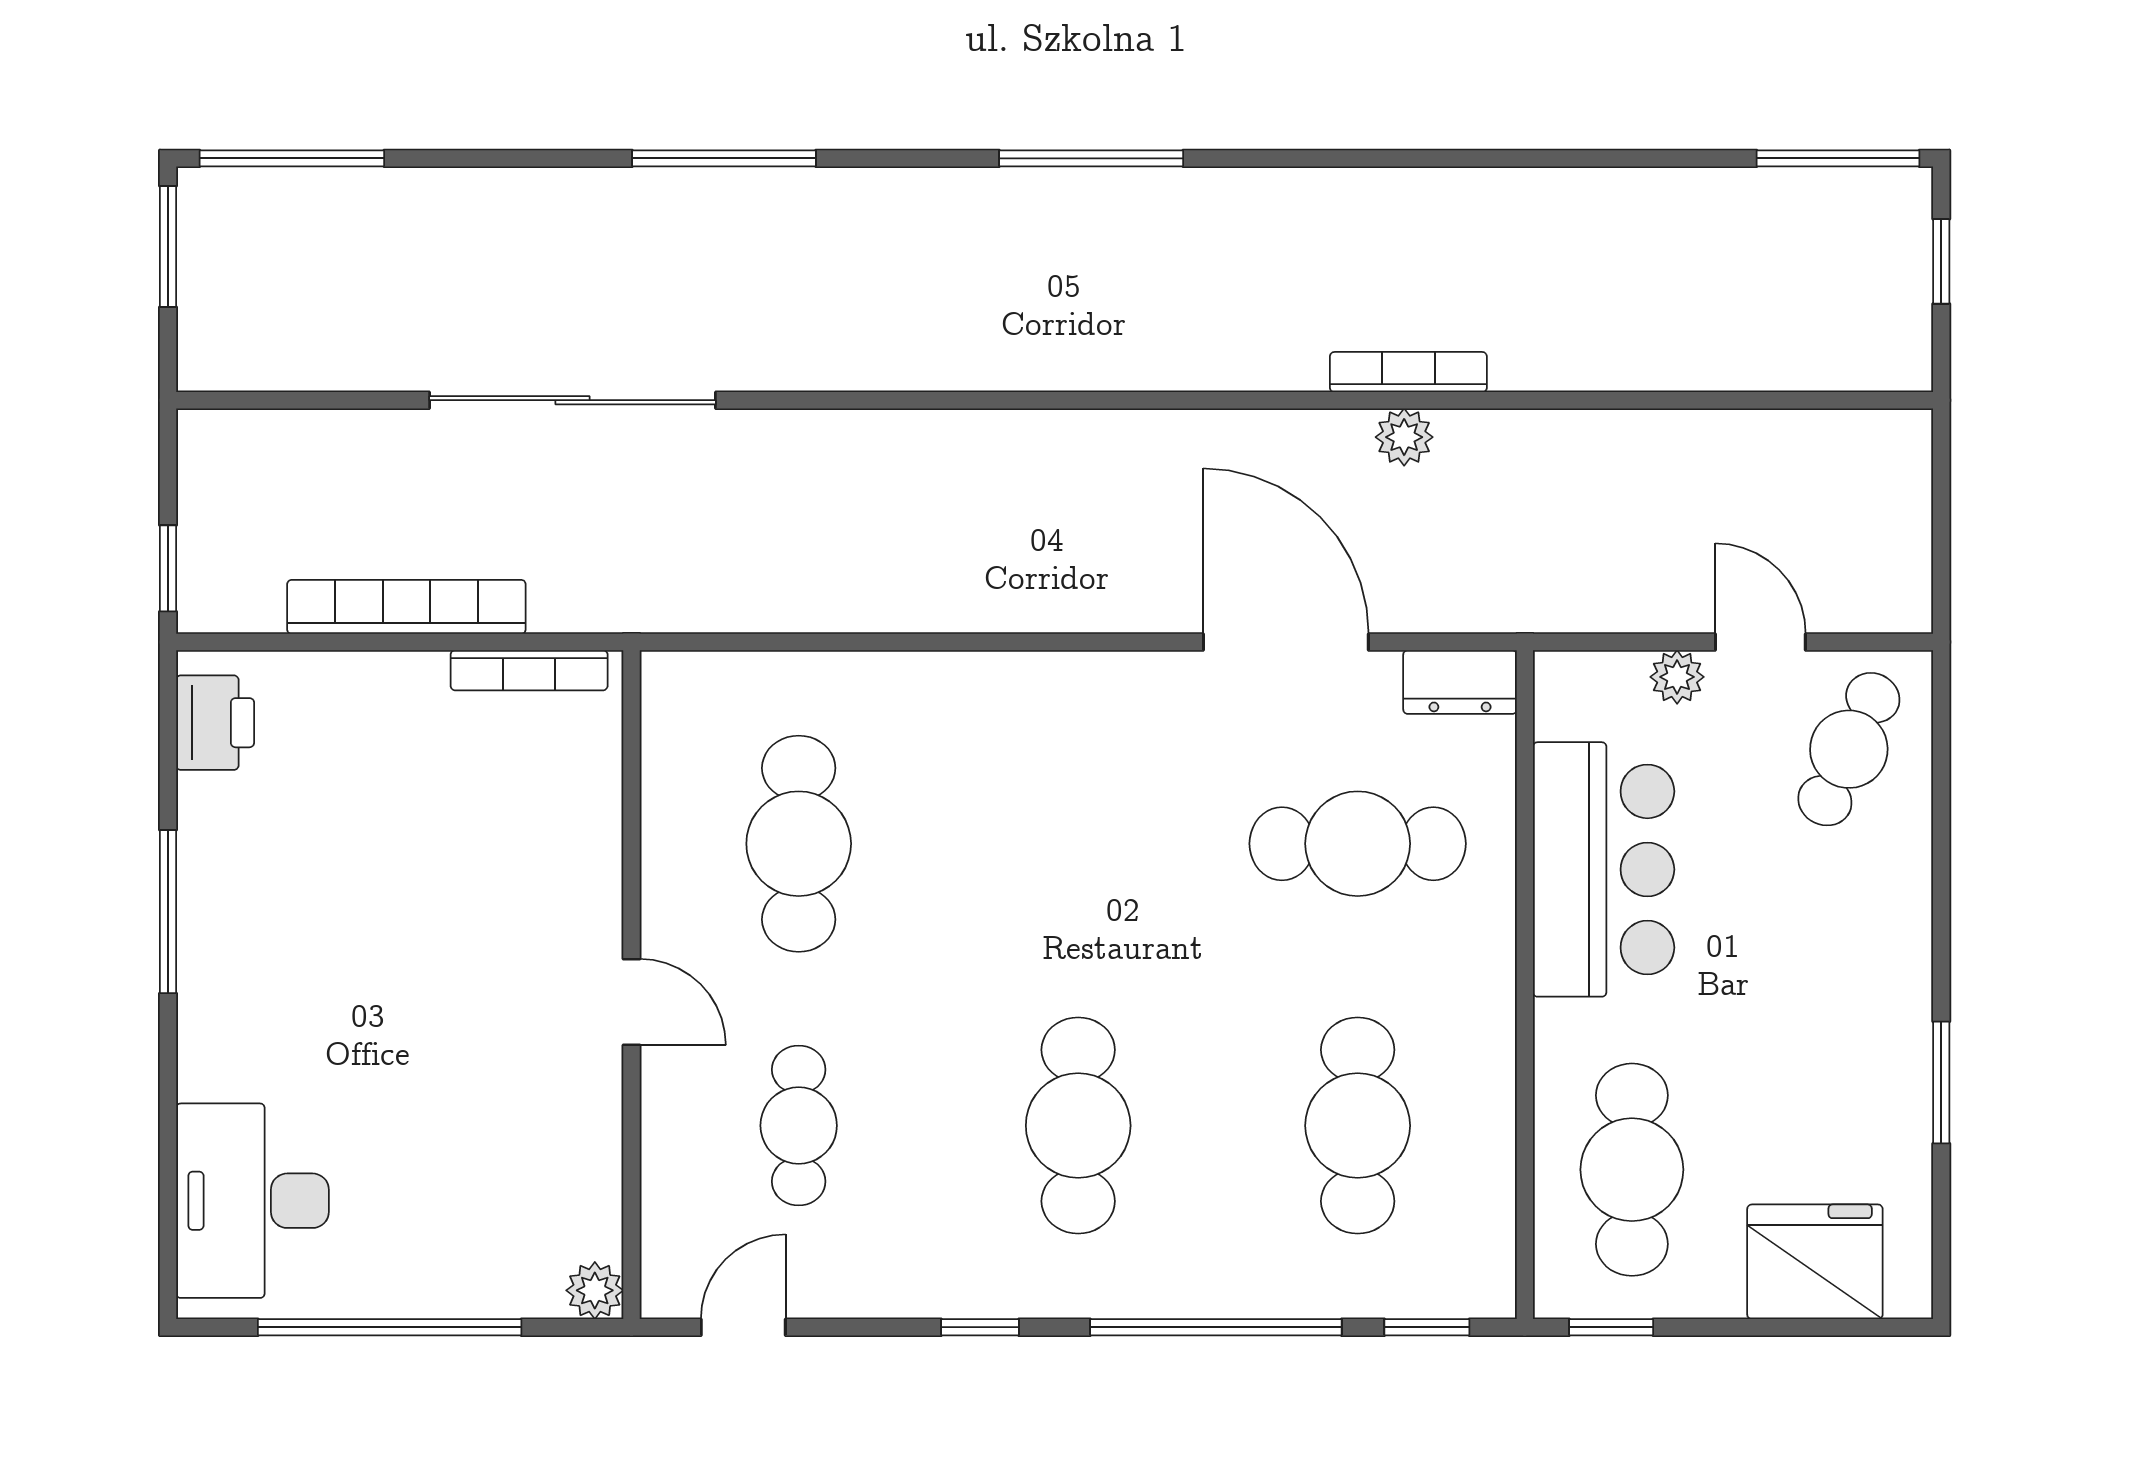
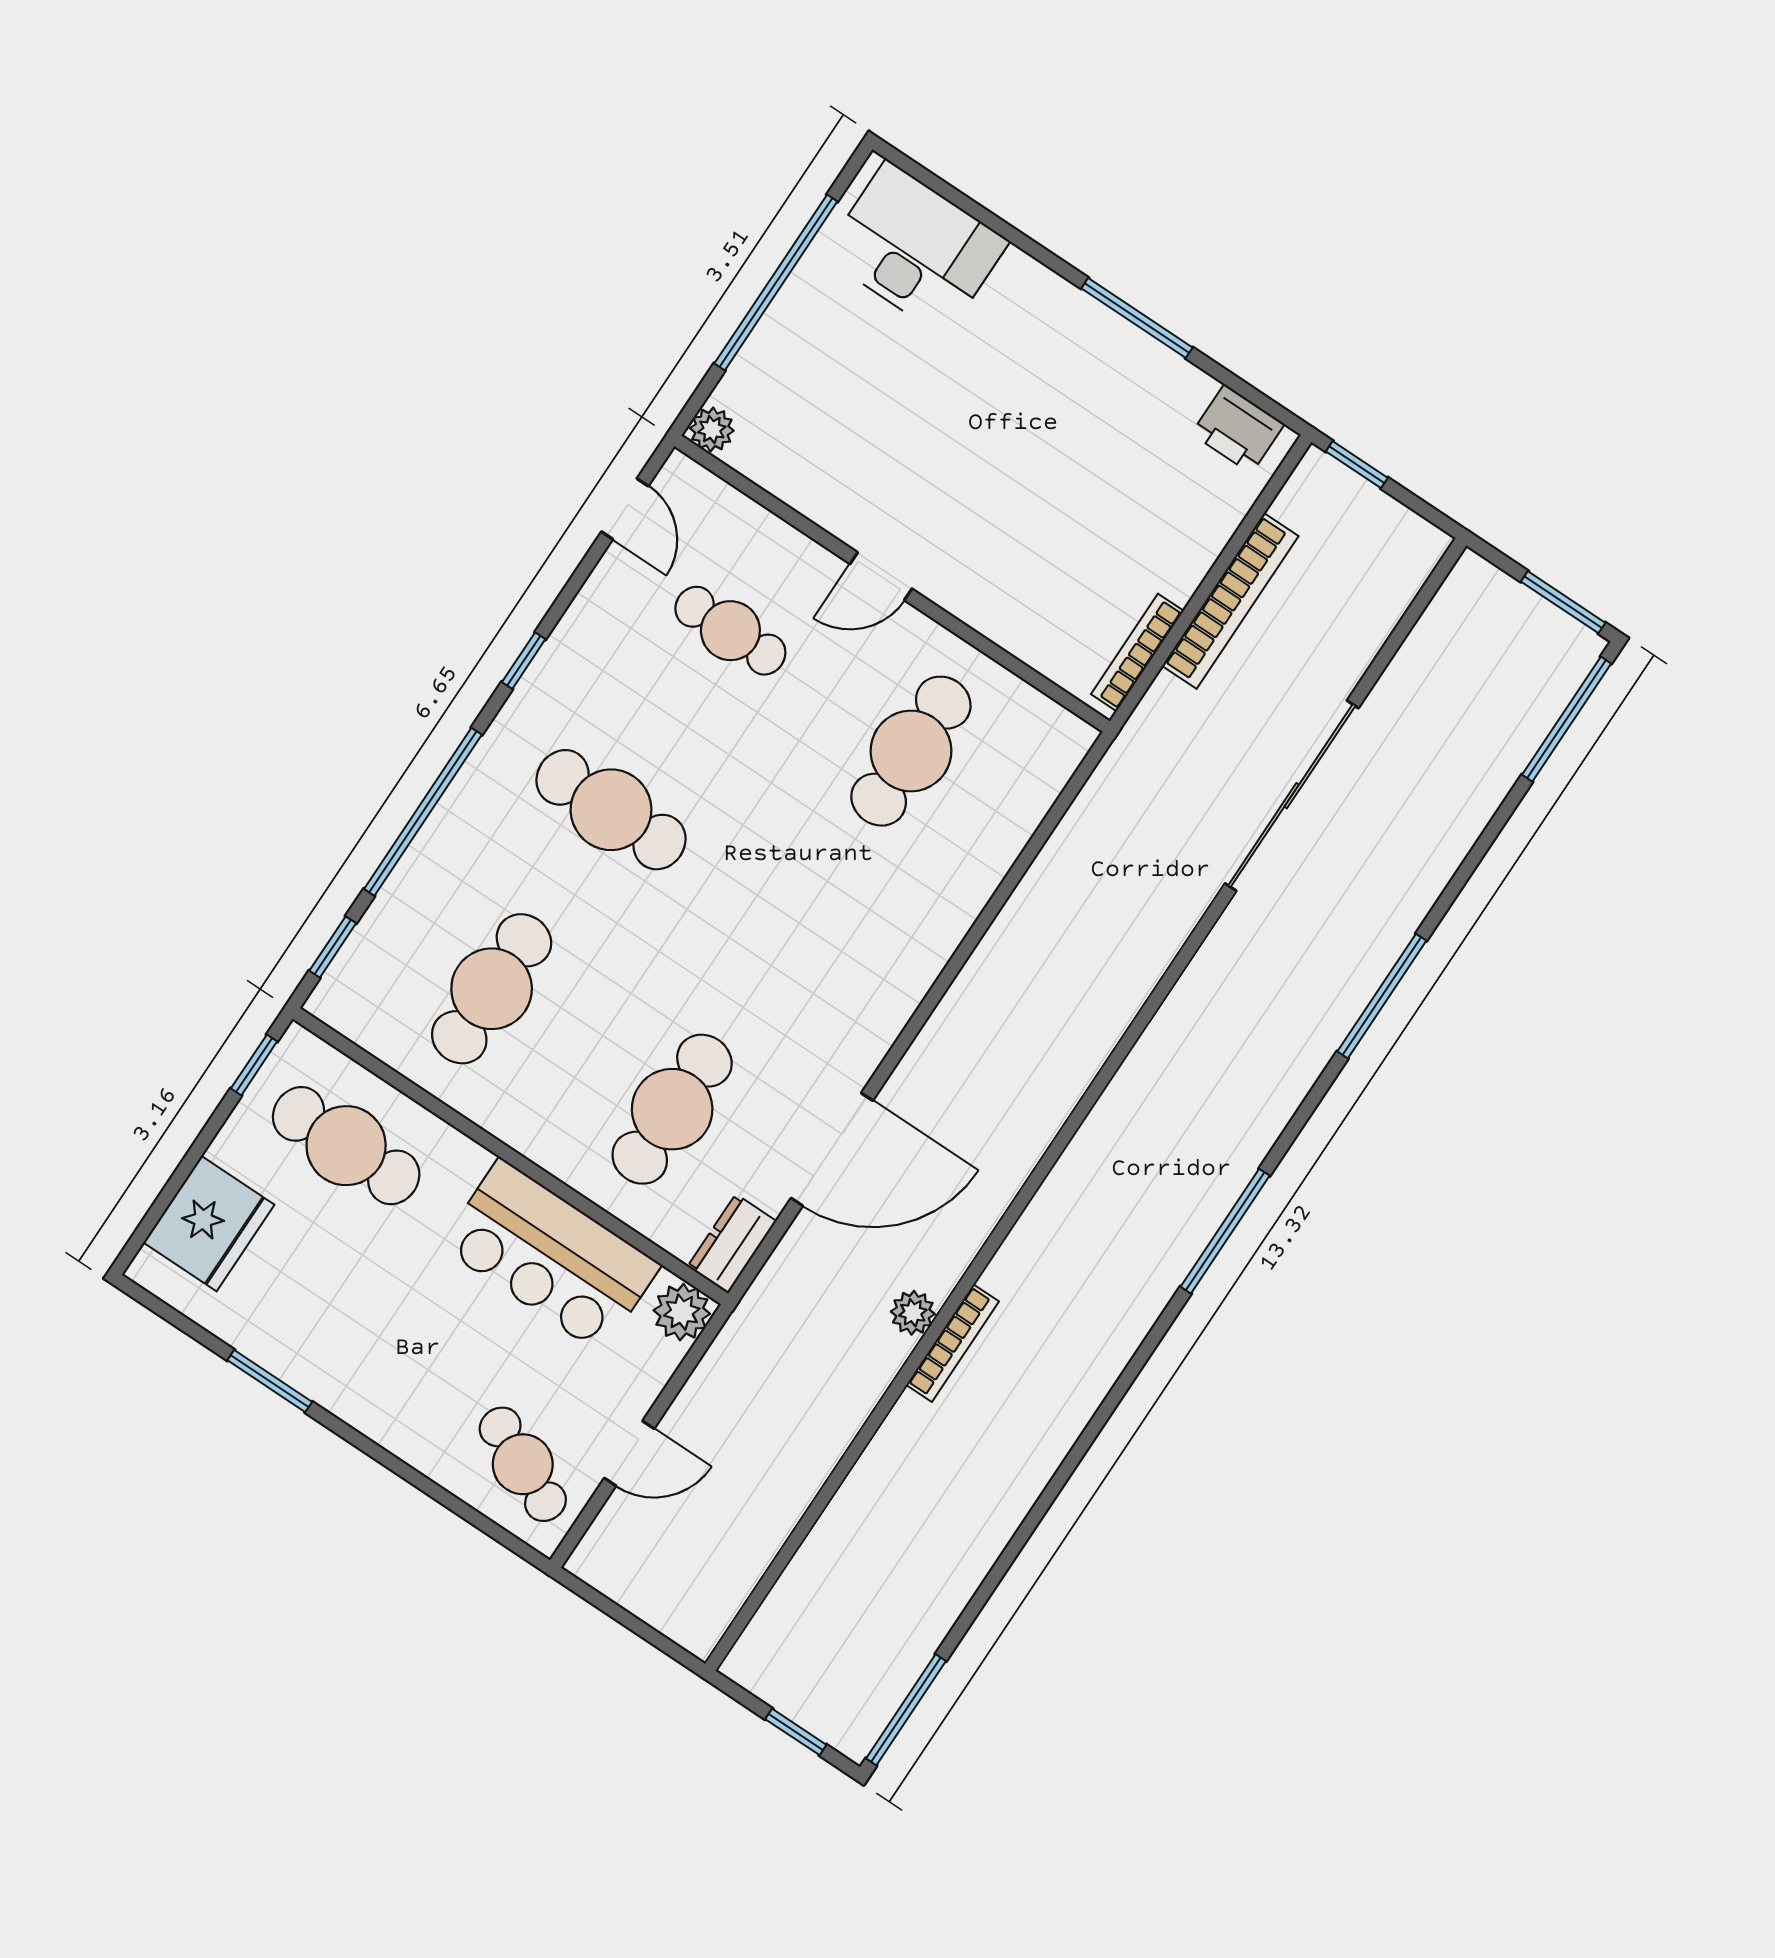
plant: (1677, 677) -> (682, 1312), moved, width x1.38, depth x1.38
cafe table: (799, 844) -> (911, 751), turned 90
cafe table: (1358, 1126) -> (492, 989), turned 90

